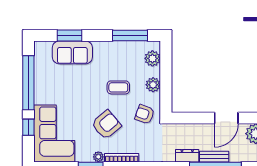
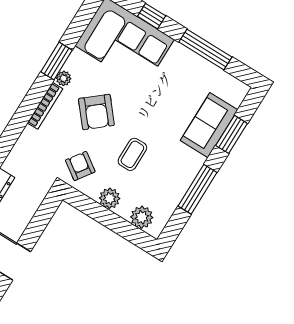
window: (130, 35) -> (197, 189), moved
window: (28, 83) -> (205, 49), width x0.68
armchair: (145, 114) -> (80, 166), turned -75

